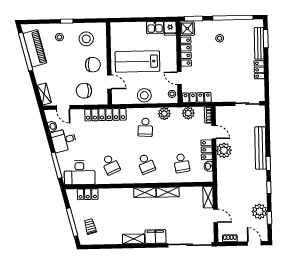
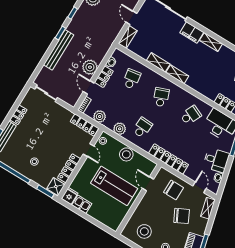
chair: (93, 65) -> (182, 216), moved, turned 153
school desk: (111, 165) -> (191, 115), turned 48

